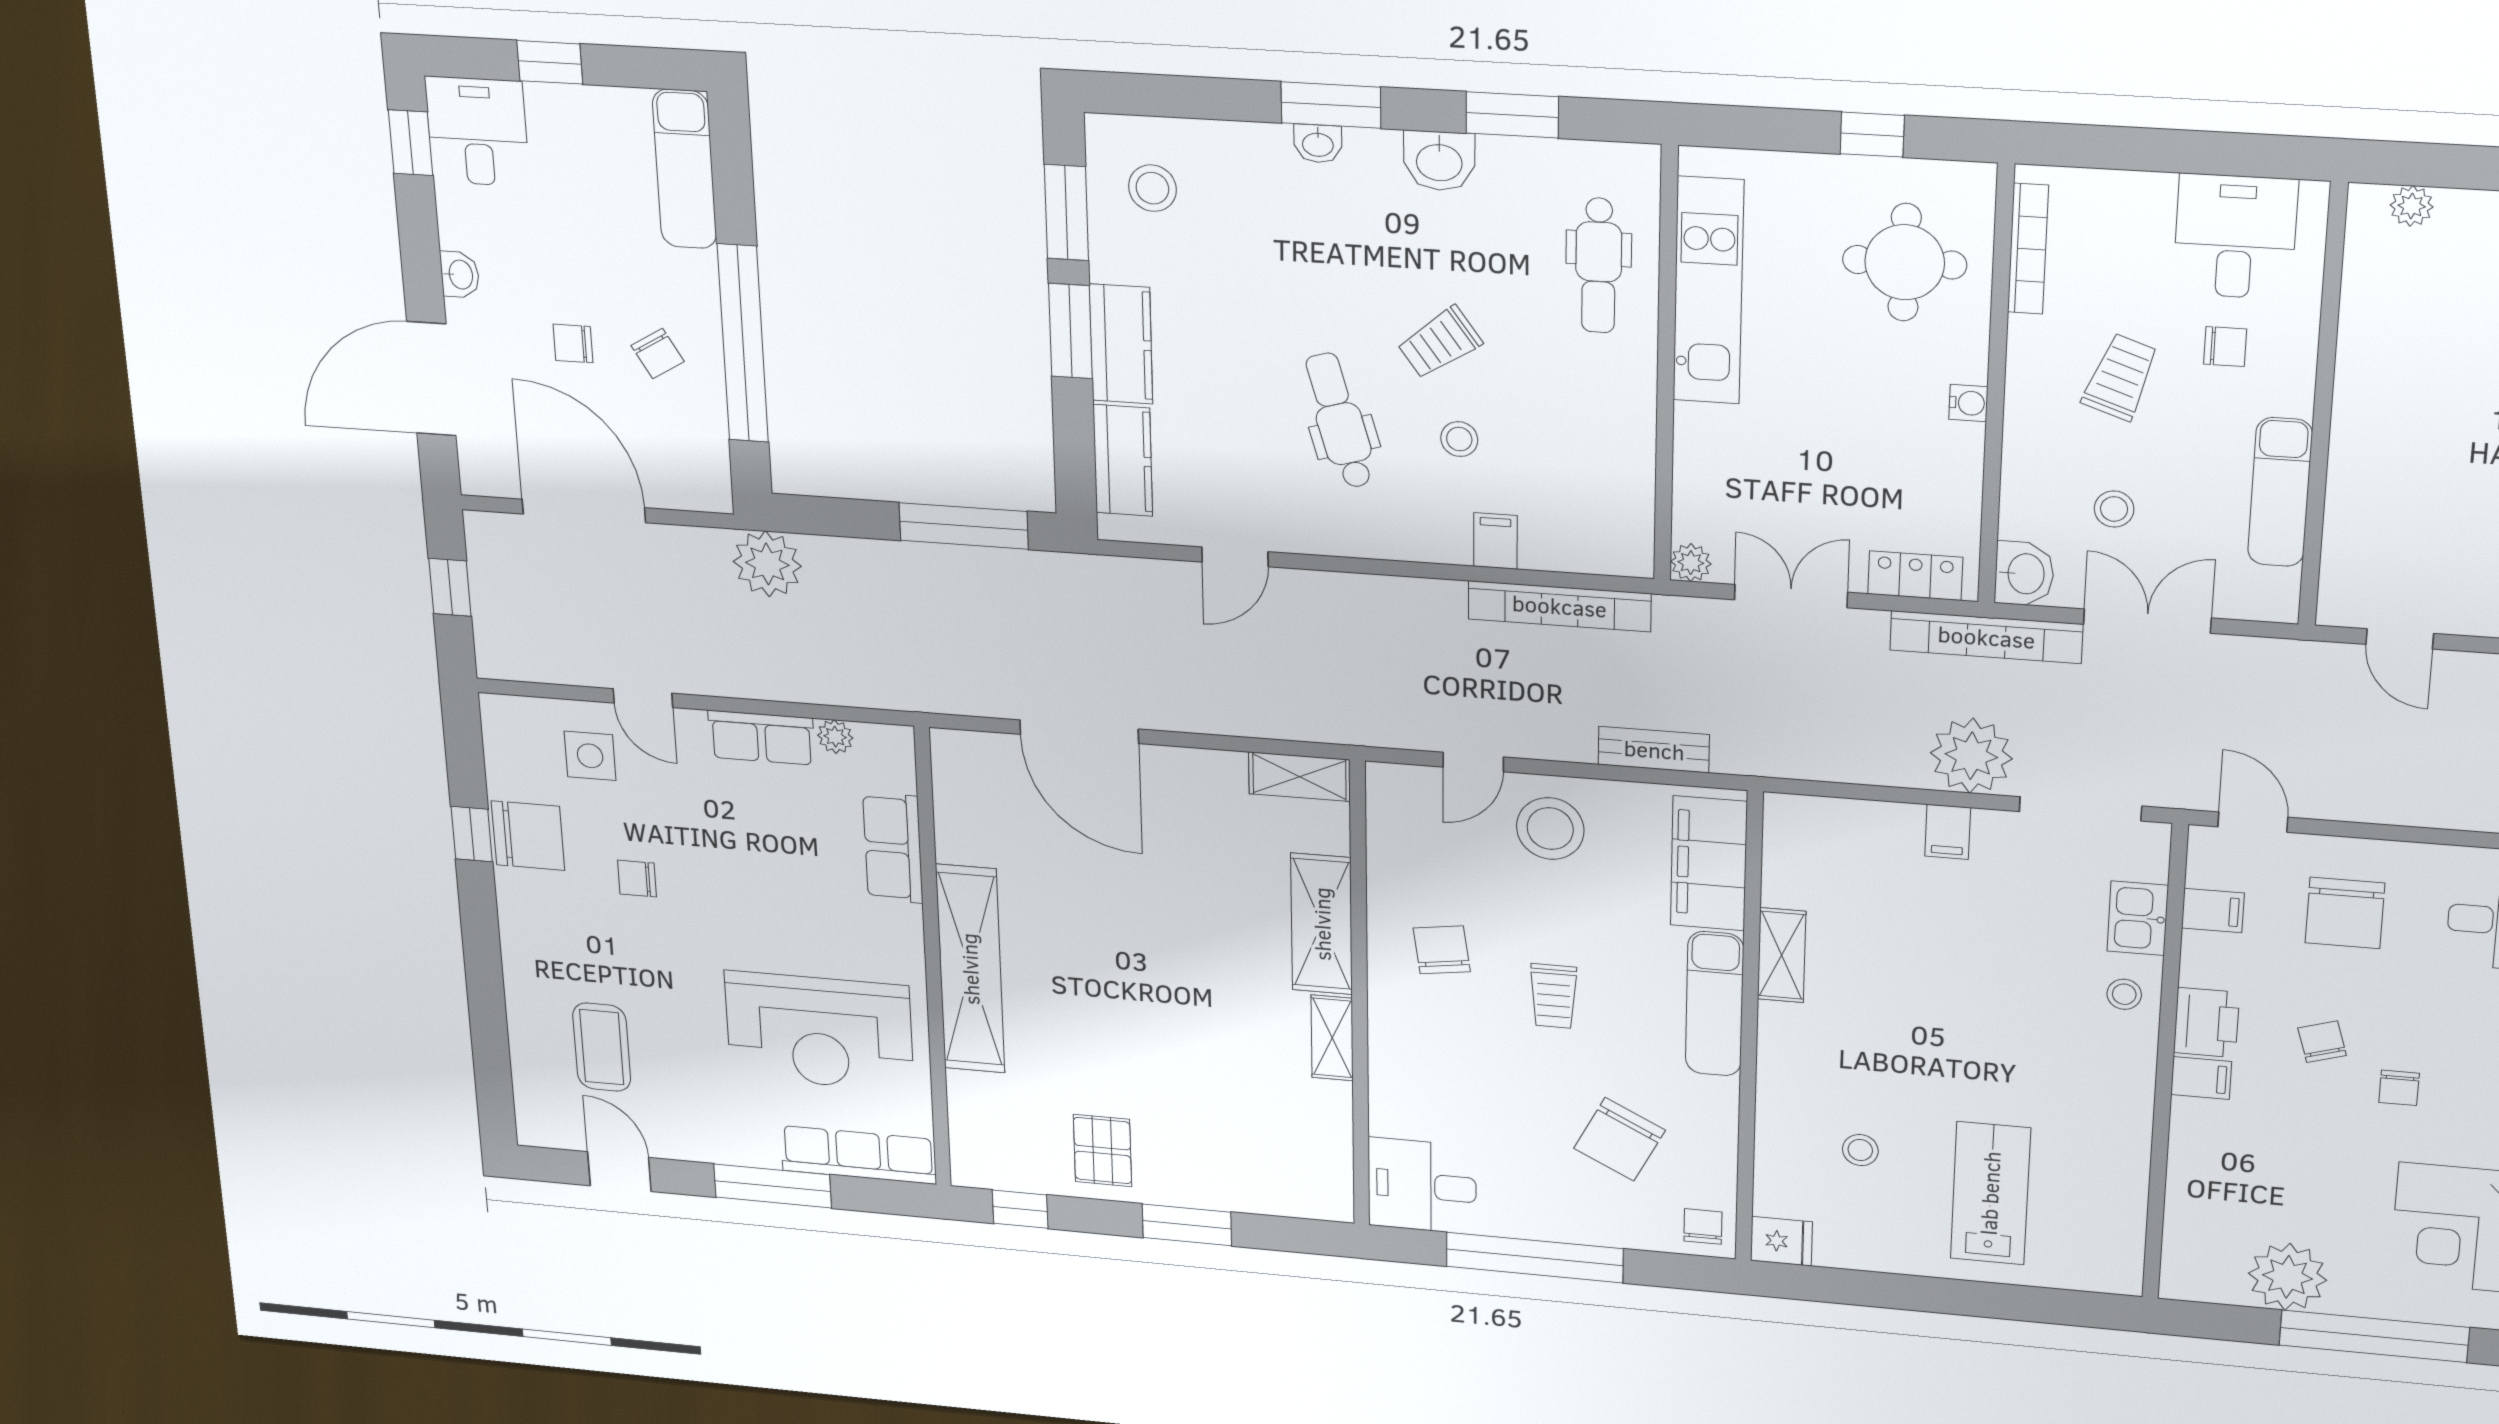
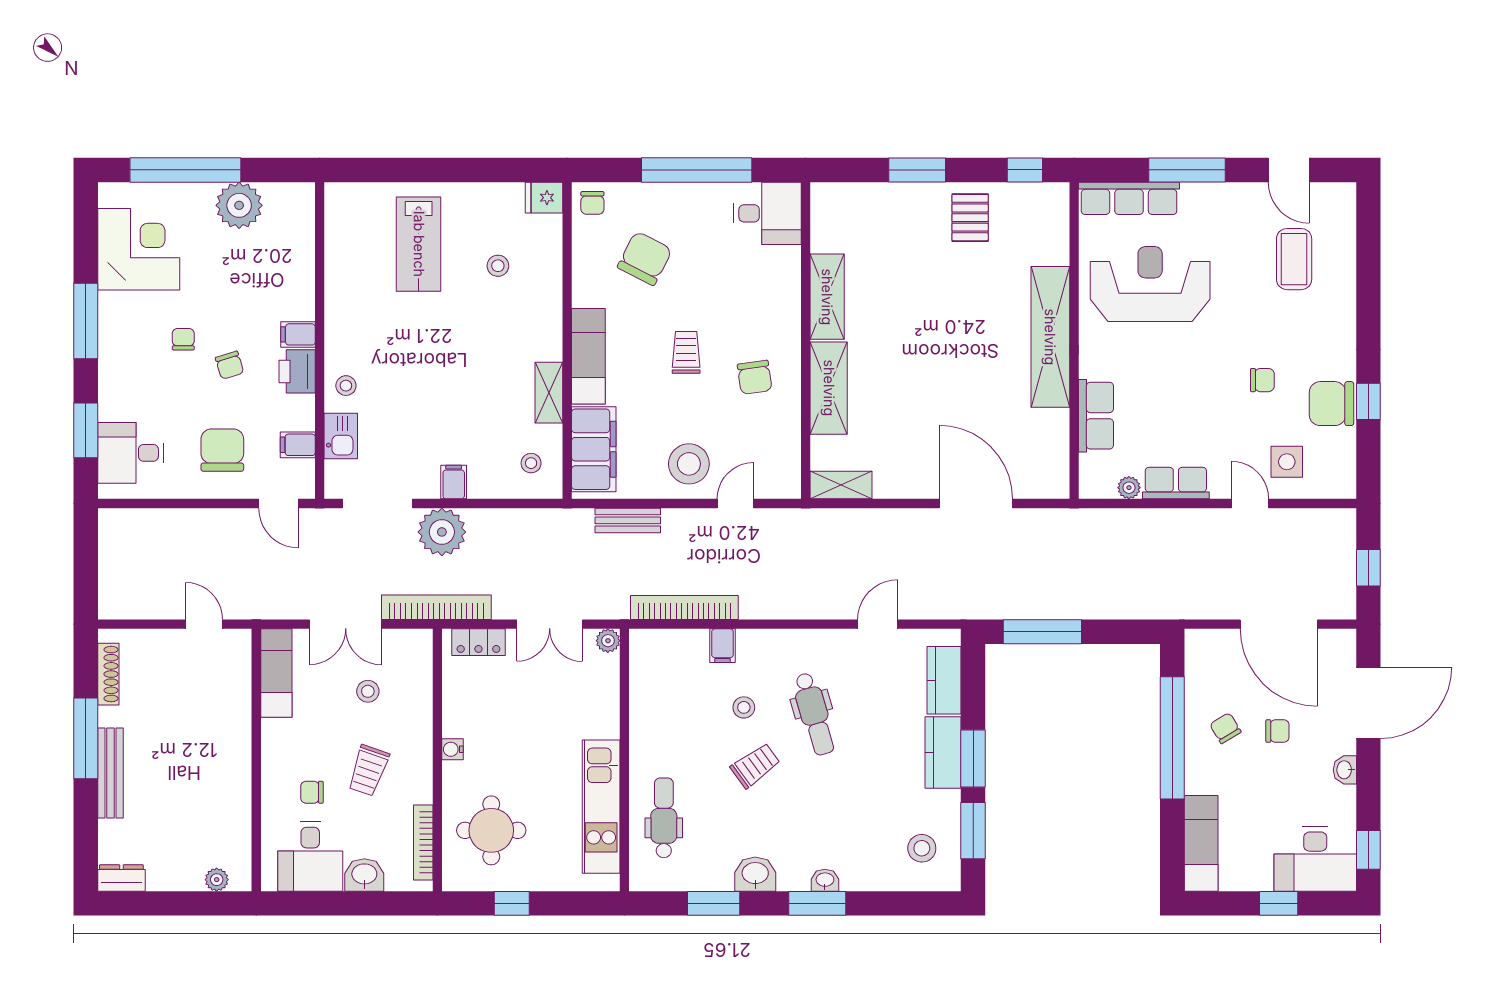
desk: (477, 131) -> (1315, 859), width x1.37
exam couch: (2280, 492) -> (276, 673), moved
plant: (767, 564) -> (1165, 598), removed
washbasin: (2024, 574) -> (364, 875), moved, turned 90
stool: (1815, 851) -> (531, 463), added
shelving: (1332, 1038) -> (827, 297), width x1.50, depth x1.33

